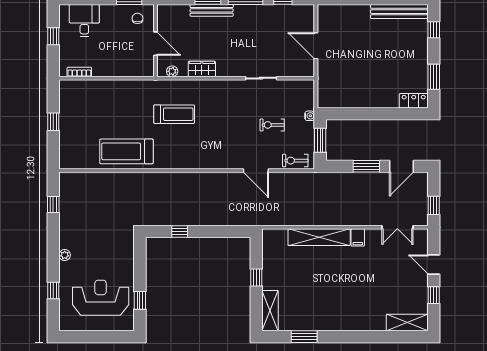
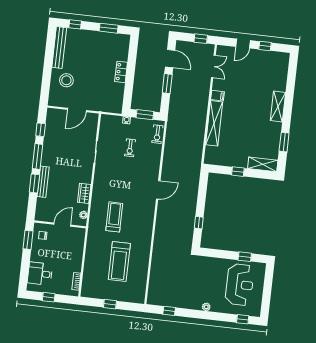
stool: (355, 27) -> (66, 80), added
locker: (414, 101) -> (121, 72), moved
treadmill: (126, 151) -> (119, 261), moved
door: (256, 170) -> (158, 190), moved
window: (53, 290) -> (243, 319), moved
reception desk: (101, 298) -> (240, 285), turned 180
shelving: (407, 323) -> (278, 106), moved

